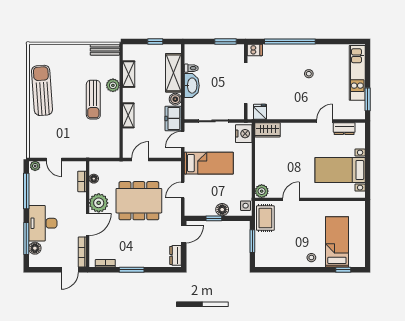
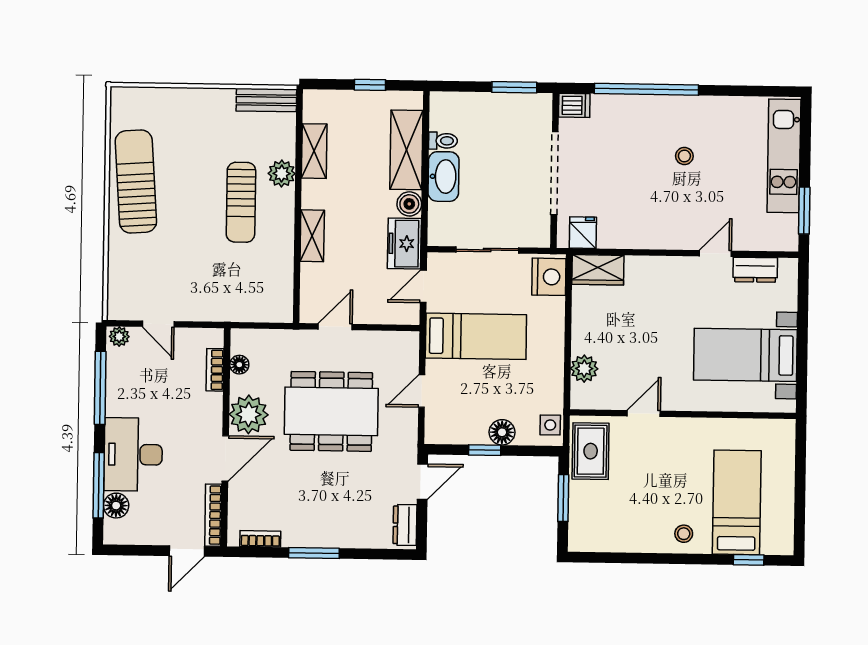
plant: (262, 191) -> (584, 369), moved

